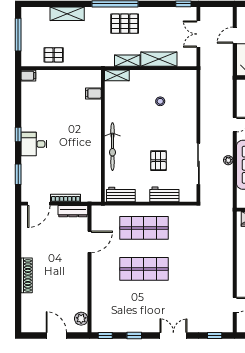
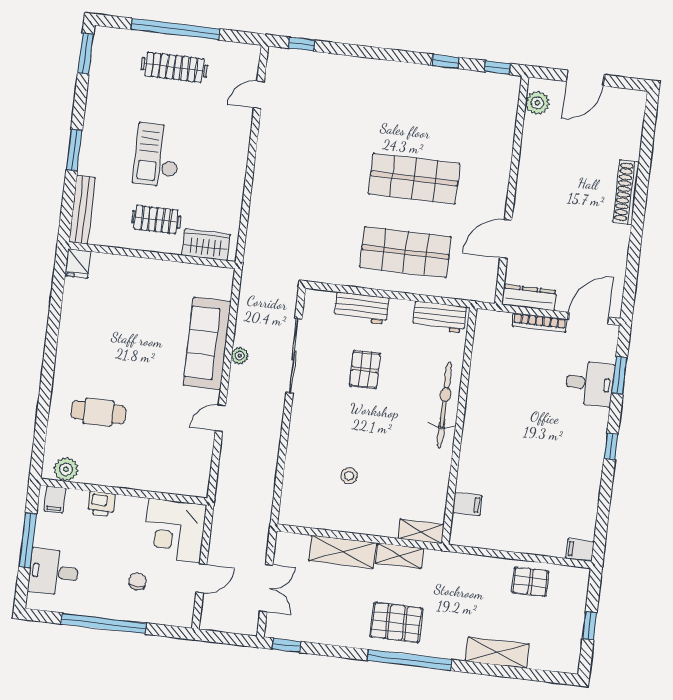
window: (18, 35) -> (590, 626), width x0.46
desk: (34, 144) -> (590, 384), moved
door: (56, 336) -> (585, 78), hinge flipped
double door: (173, 336) -> (375, 53), removed

